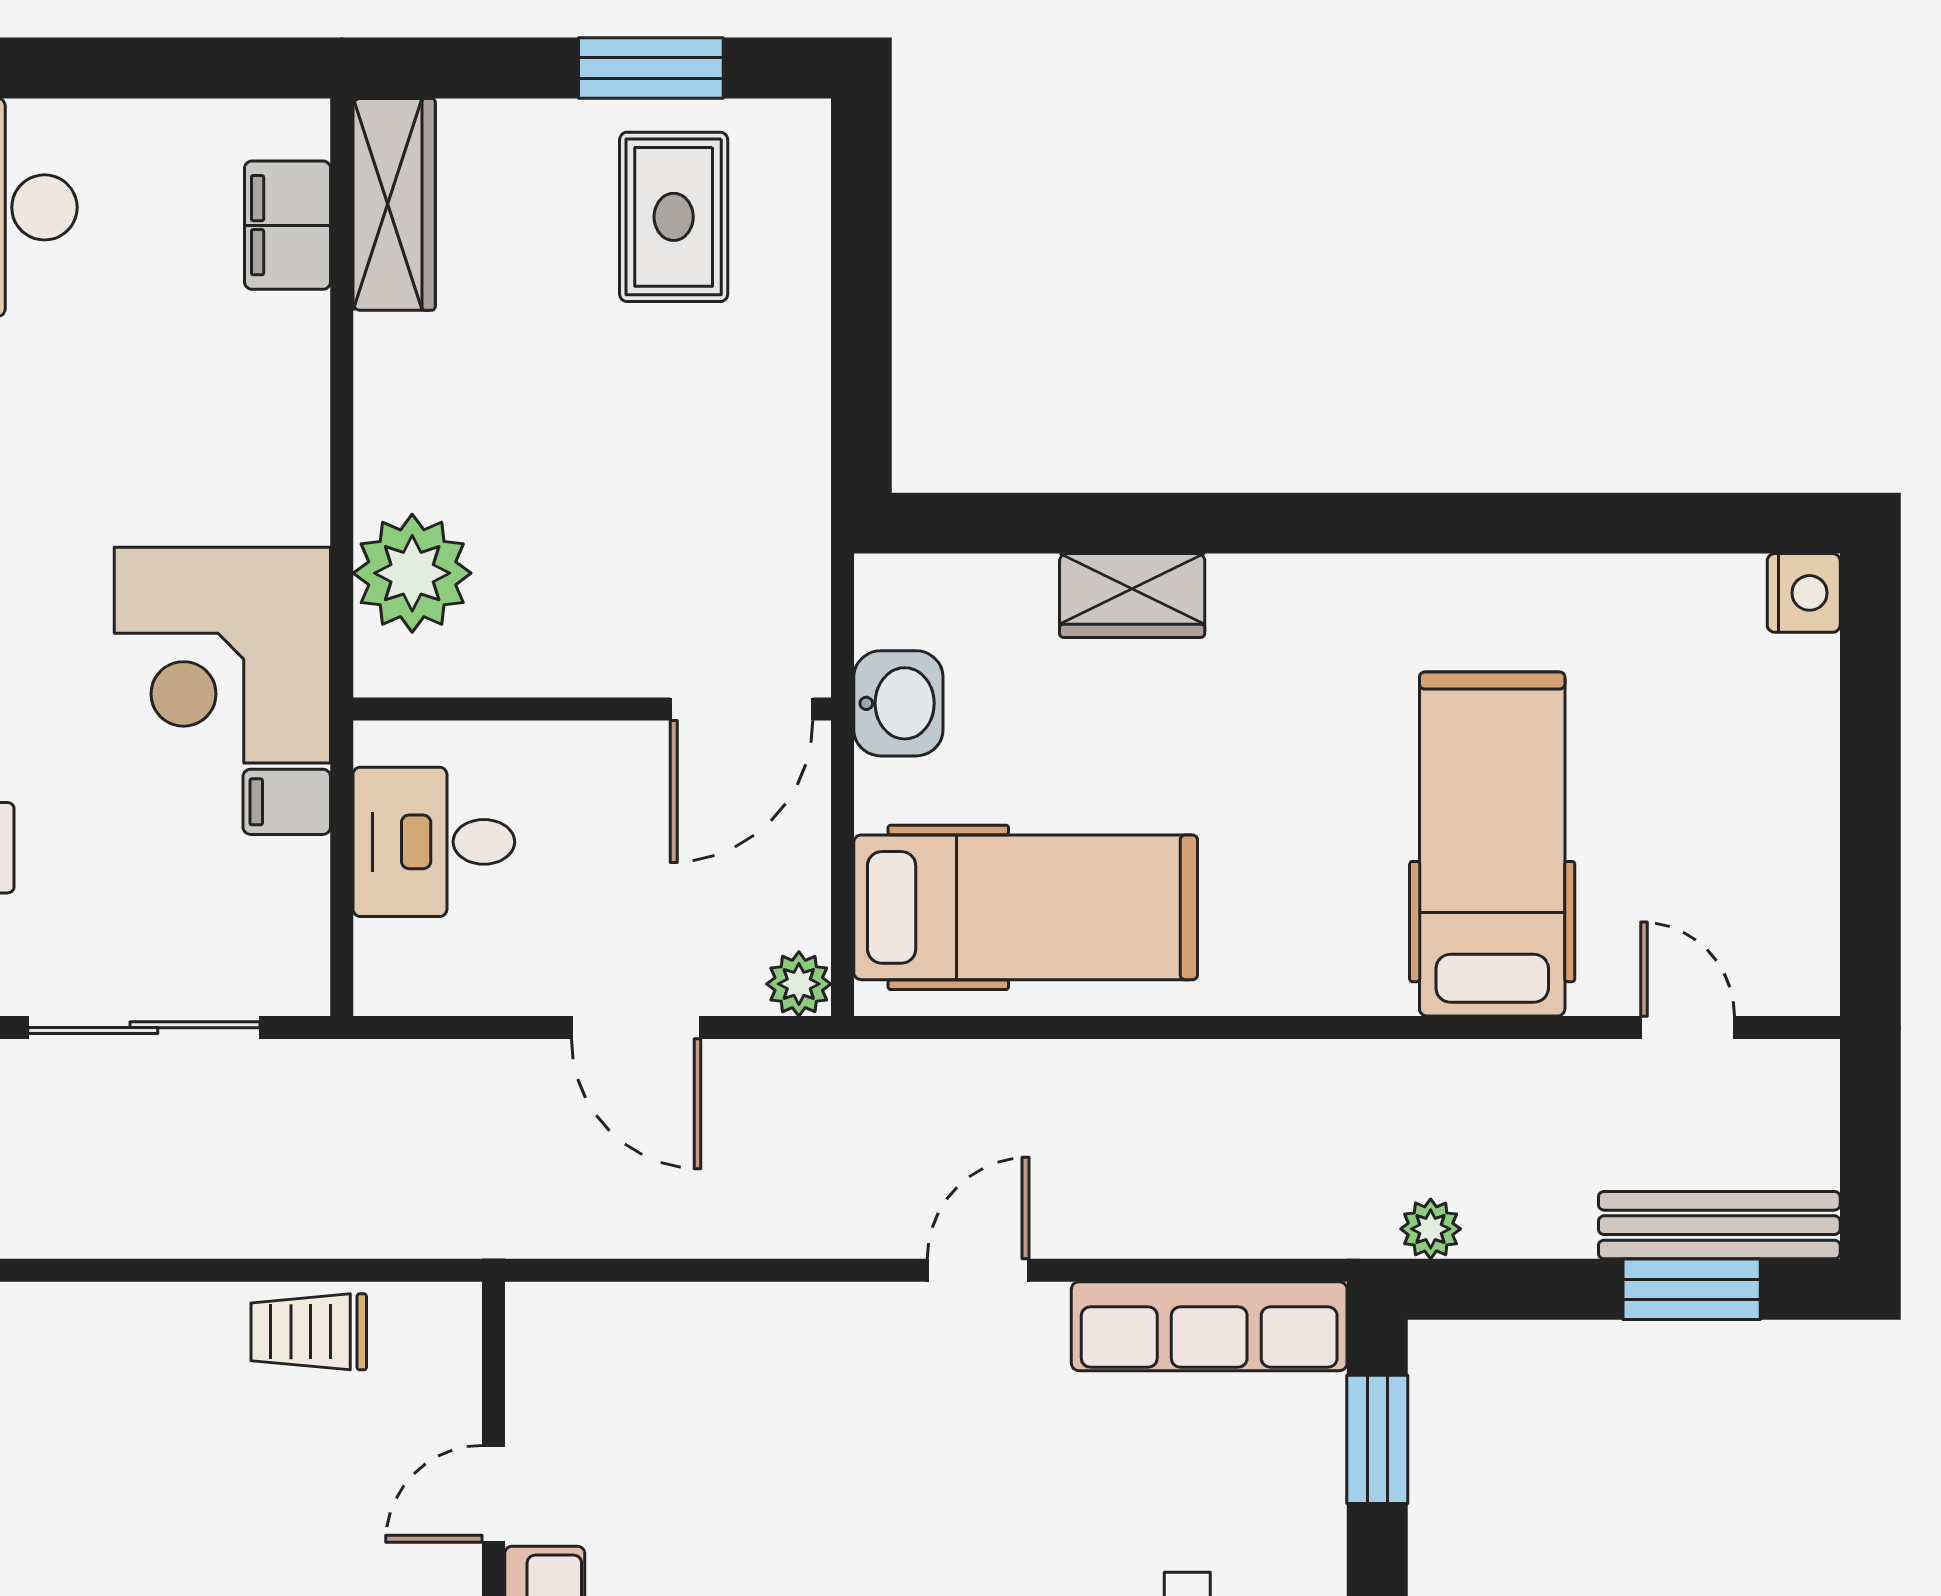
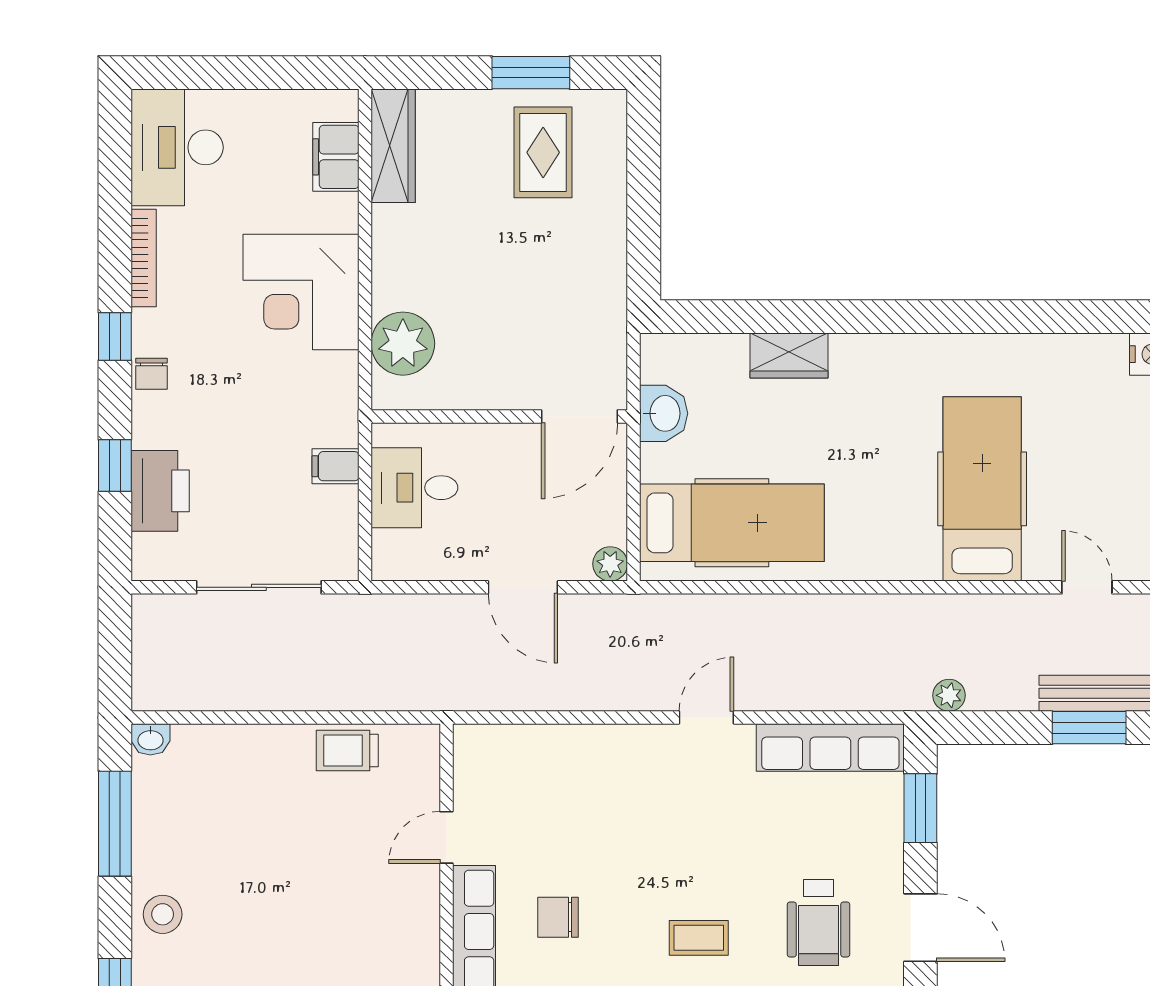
corner desk: (222, 655) -> (301, 292), moved

